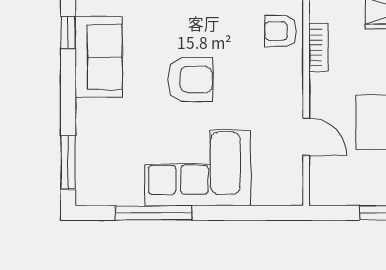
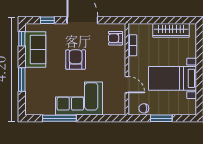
armchair: (190, 80) -> (76, 60), turned -90
window: (68, 162) -> (22, 80), moved
chair: (345, 190) -> (144, 108), added

